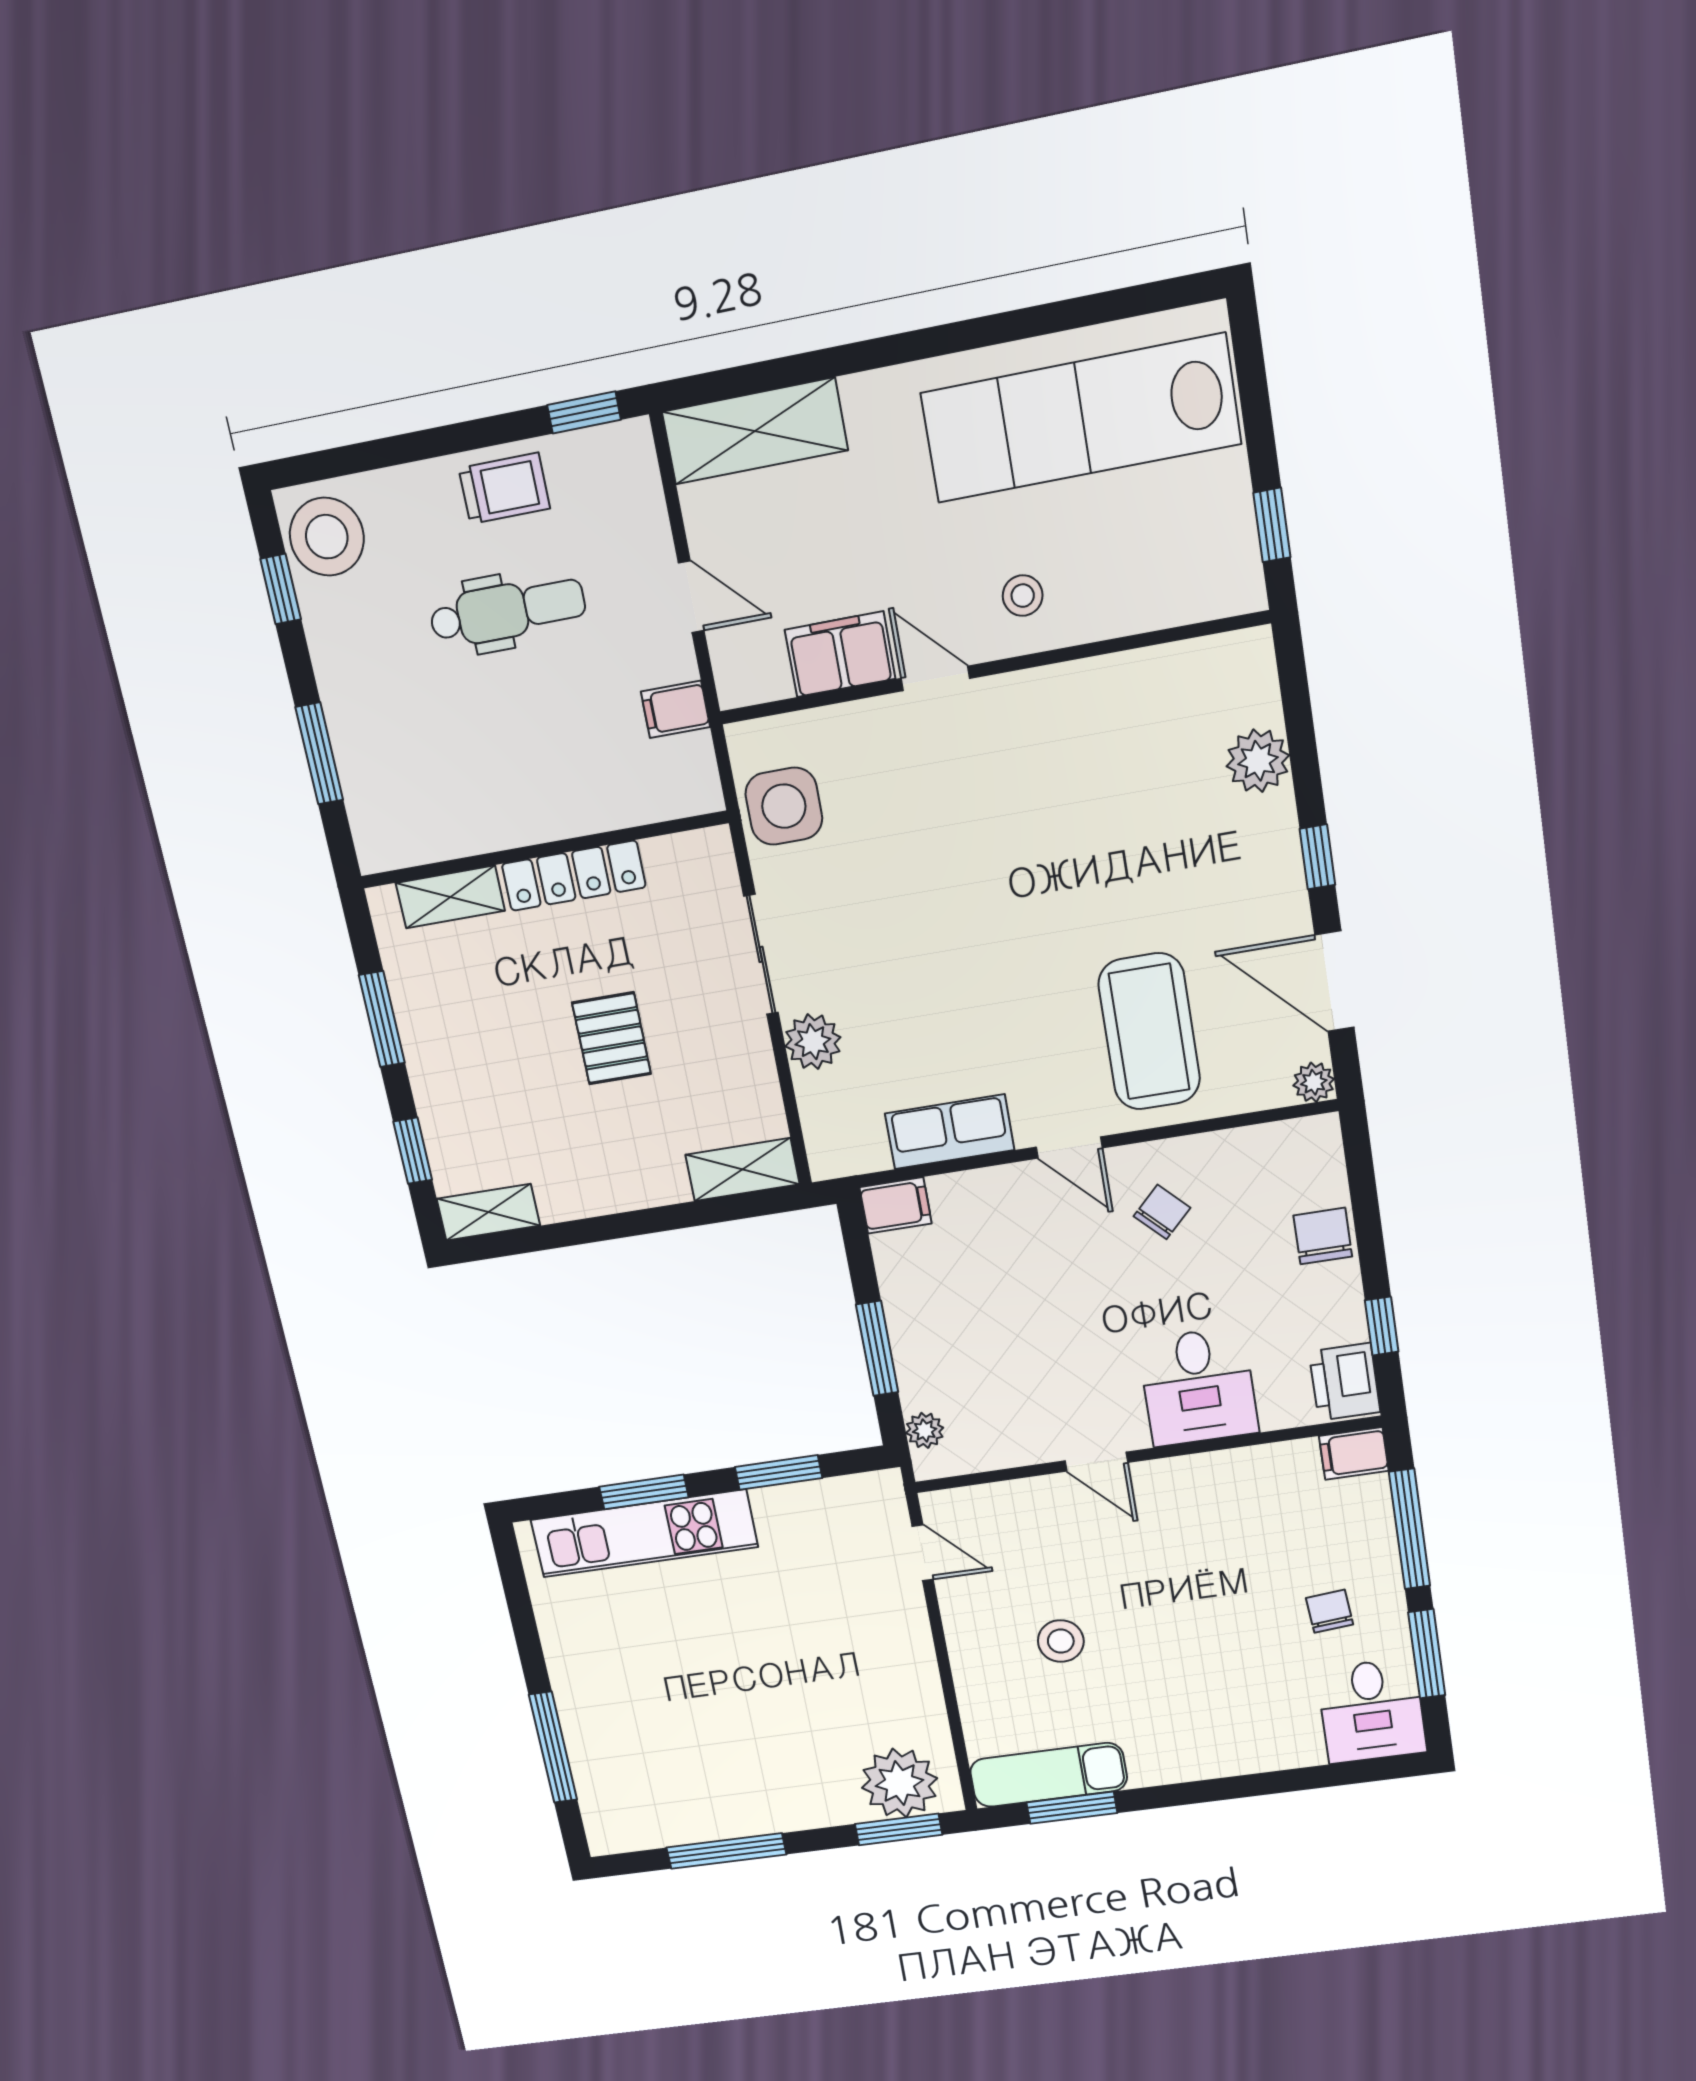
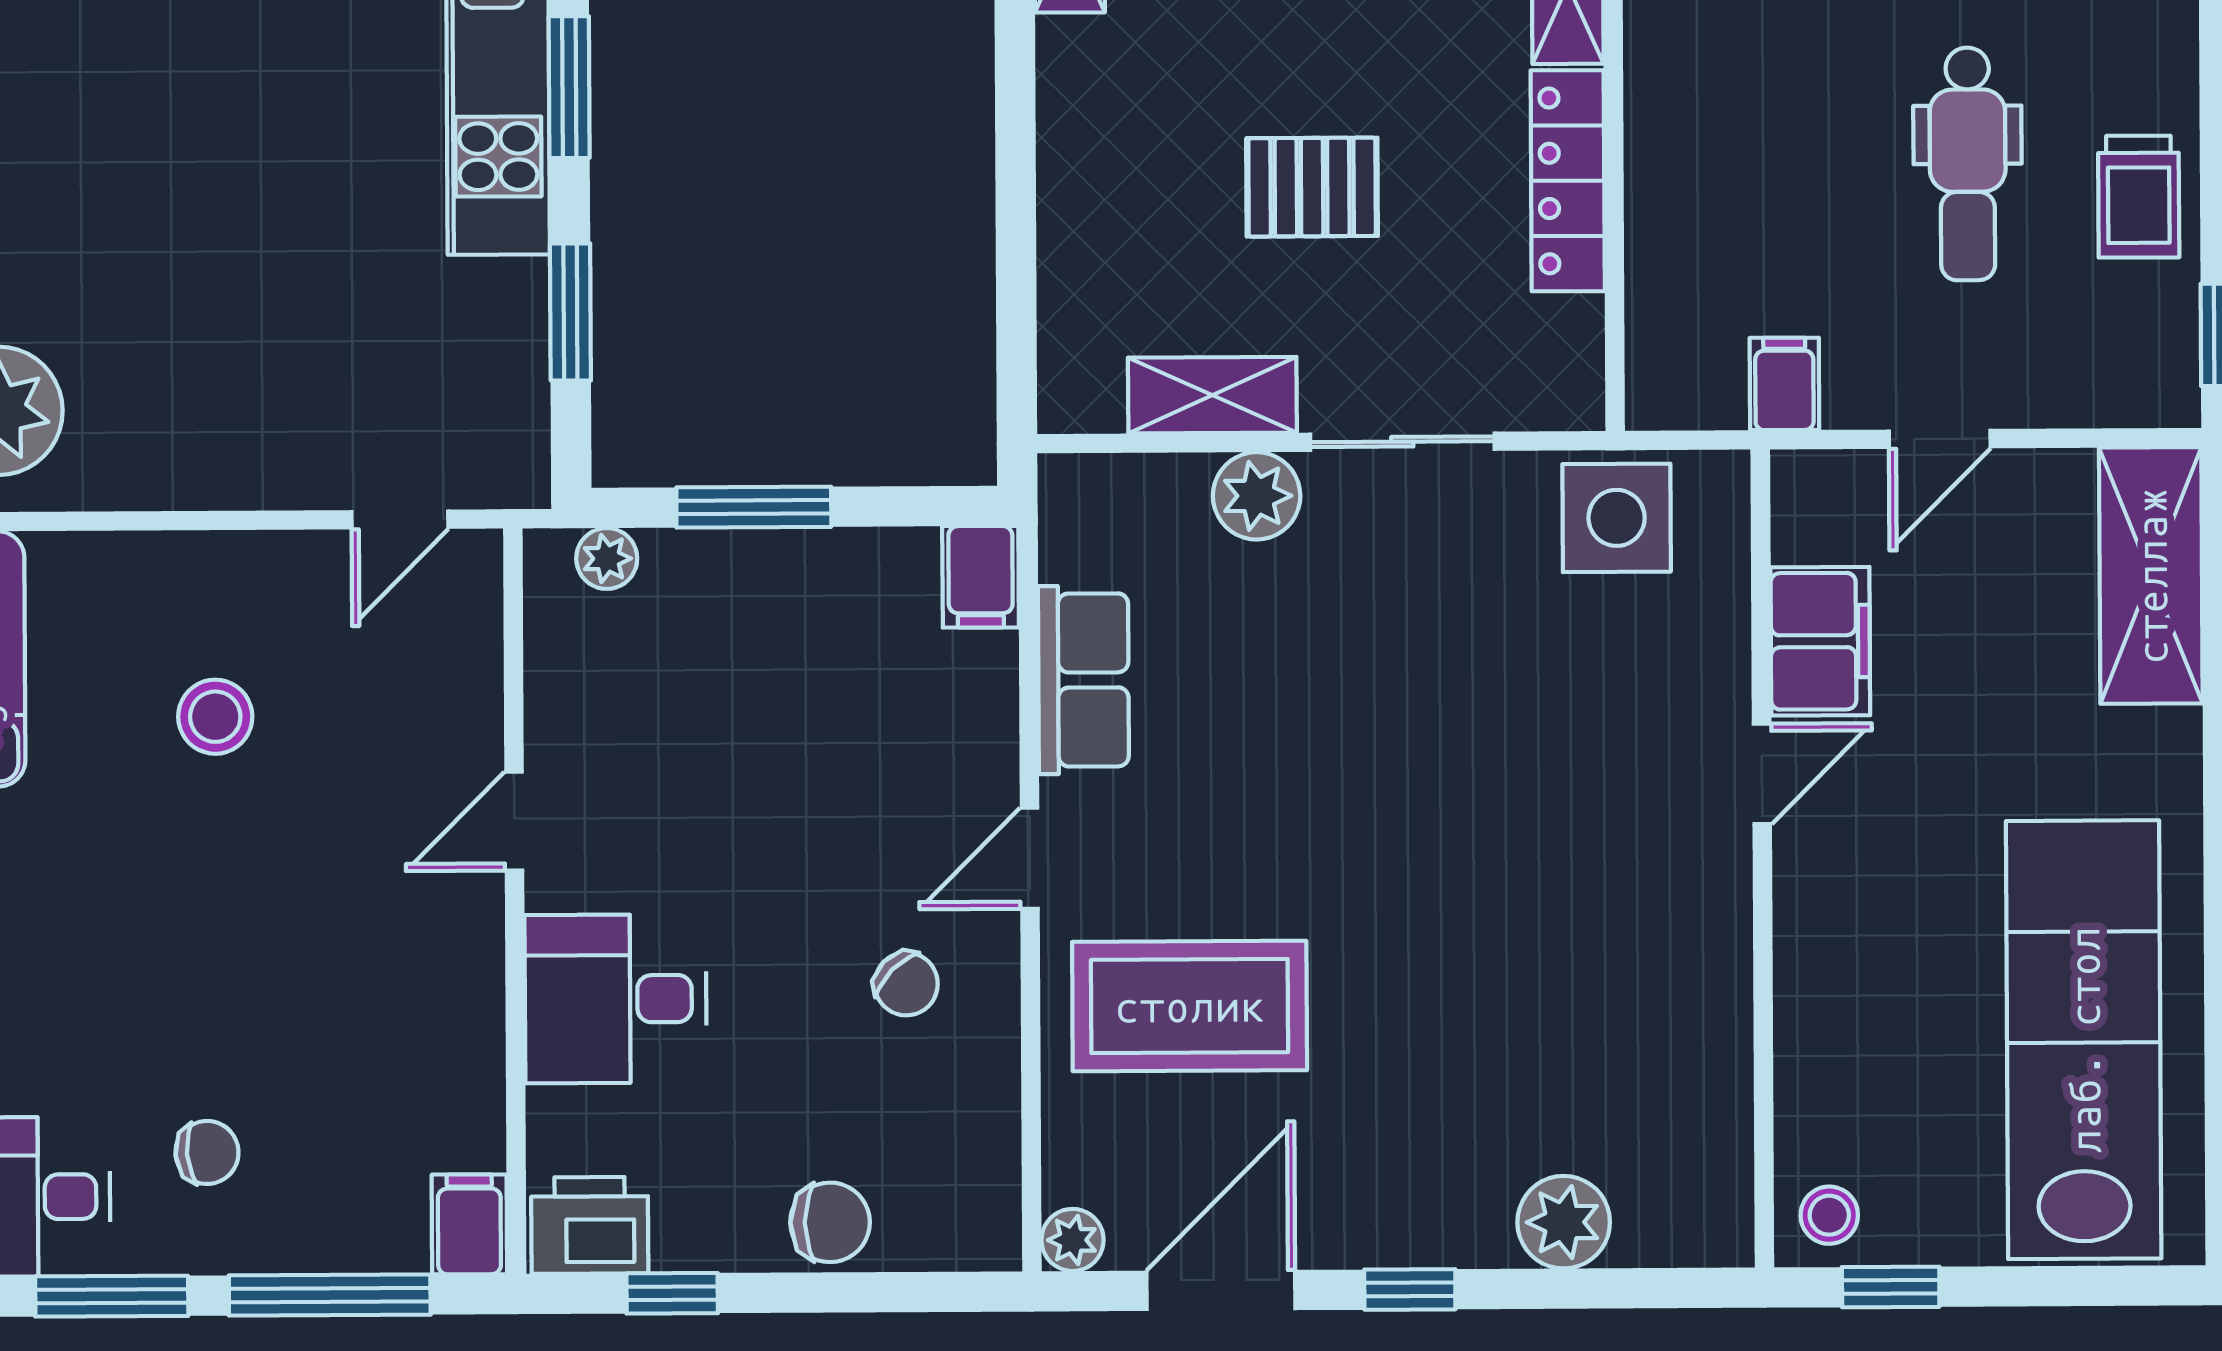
stool: (1023, 596) -> (1829, 1215), moved
shelving: (742, 1170) -> (1212, 395), moved, turned 90

